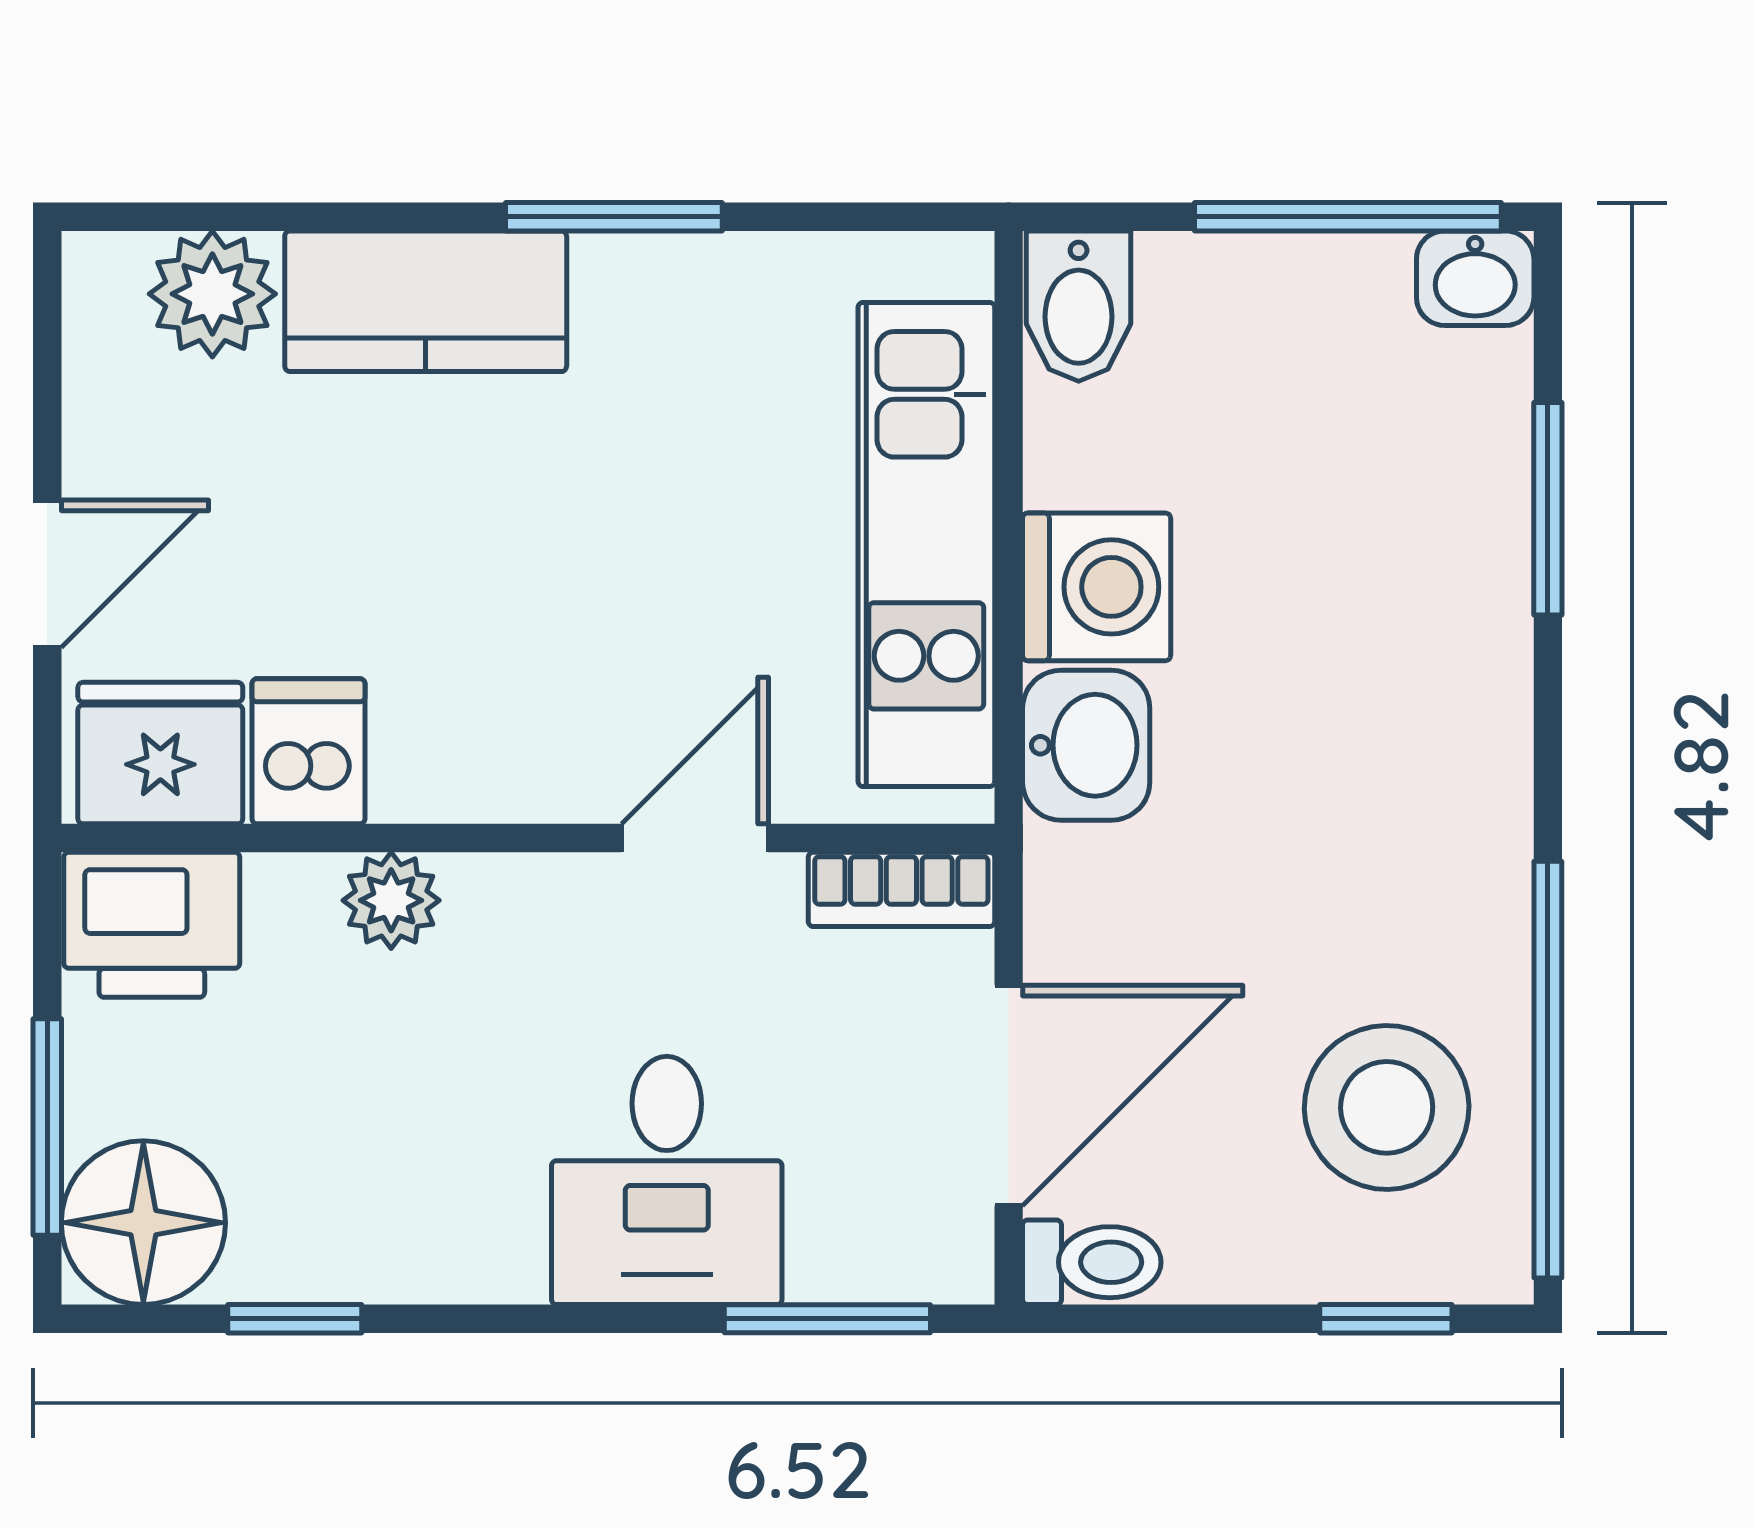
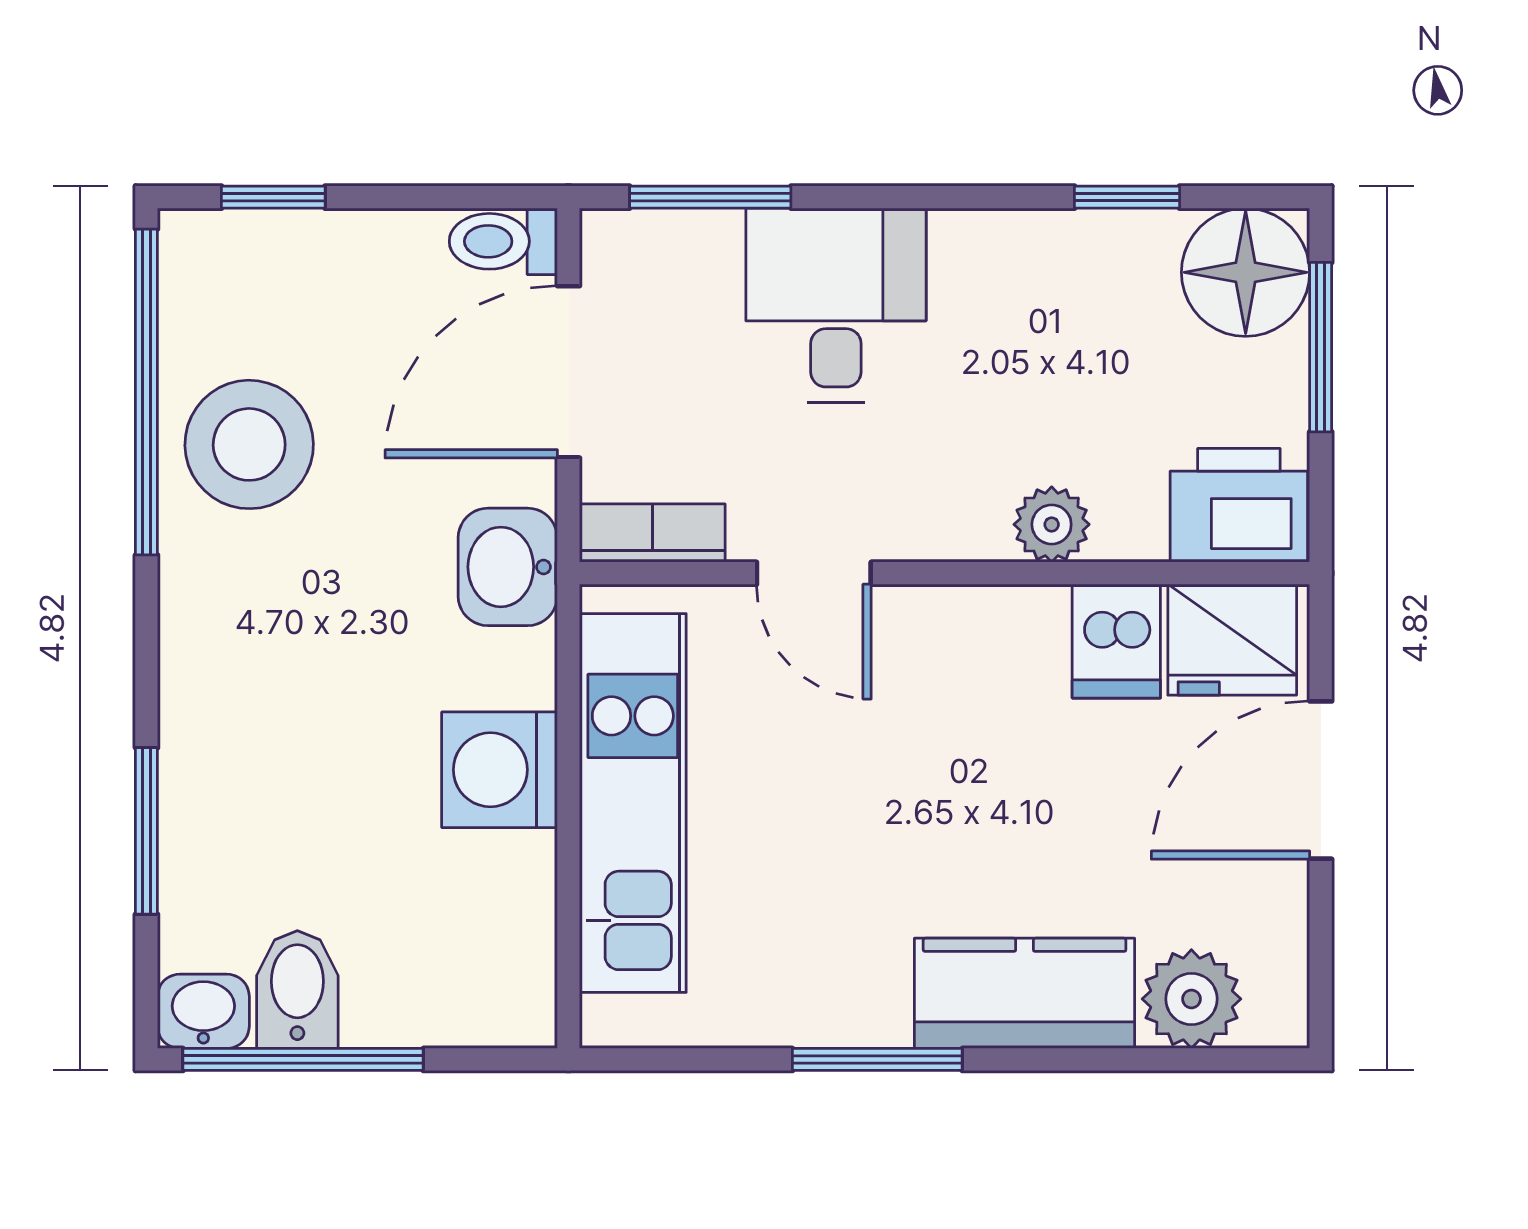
bidet: (1079, 306) -> (297, 989), moved
door: (47, 574) -> (1321, 780), width x1.38
washbasin: (1086, 745) -> (508, 567), moved
door: (695, 838) -> (814, 573), hinge flipped
stool: (1387, 1107) -> (249, 444), moved

